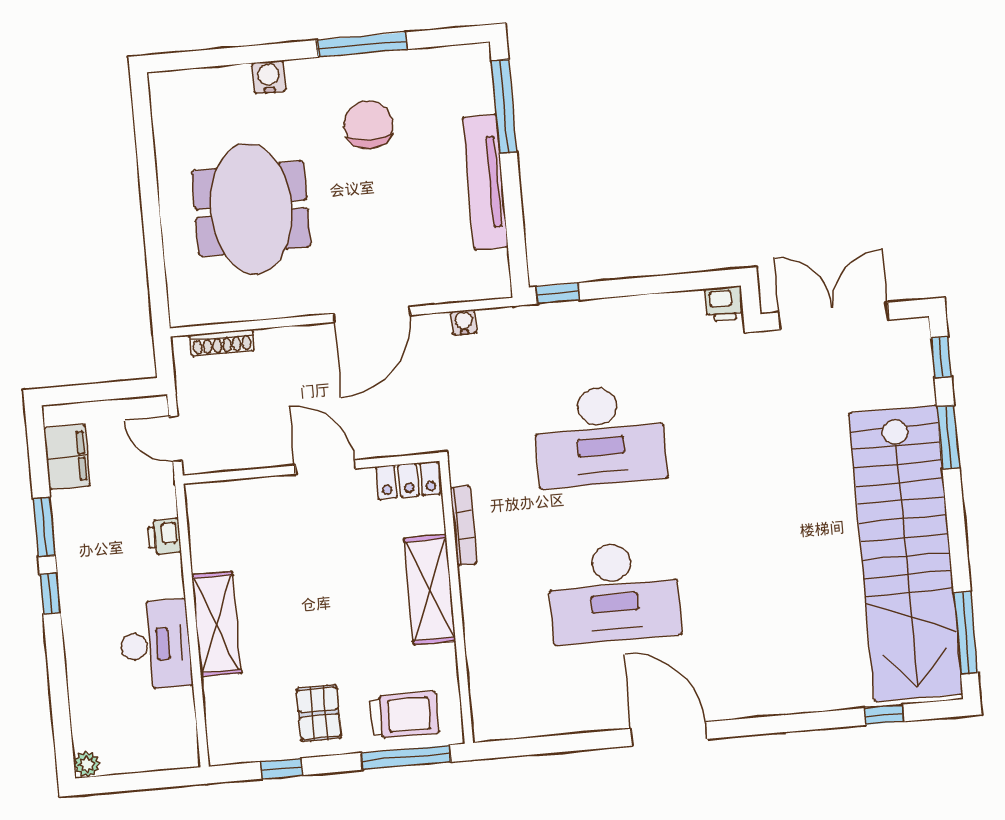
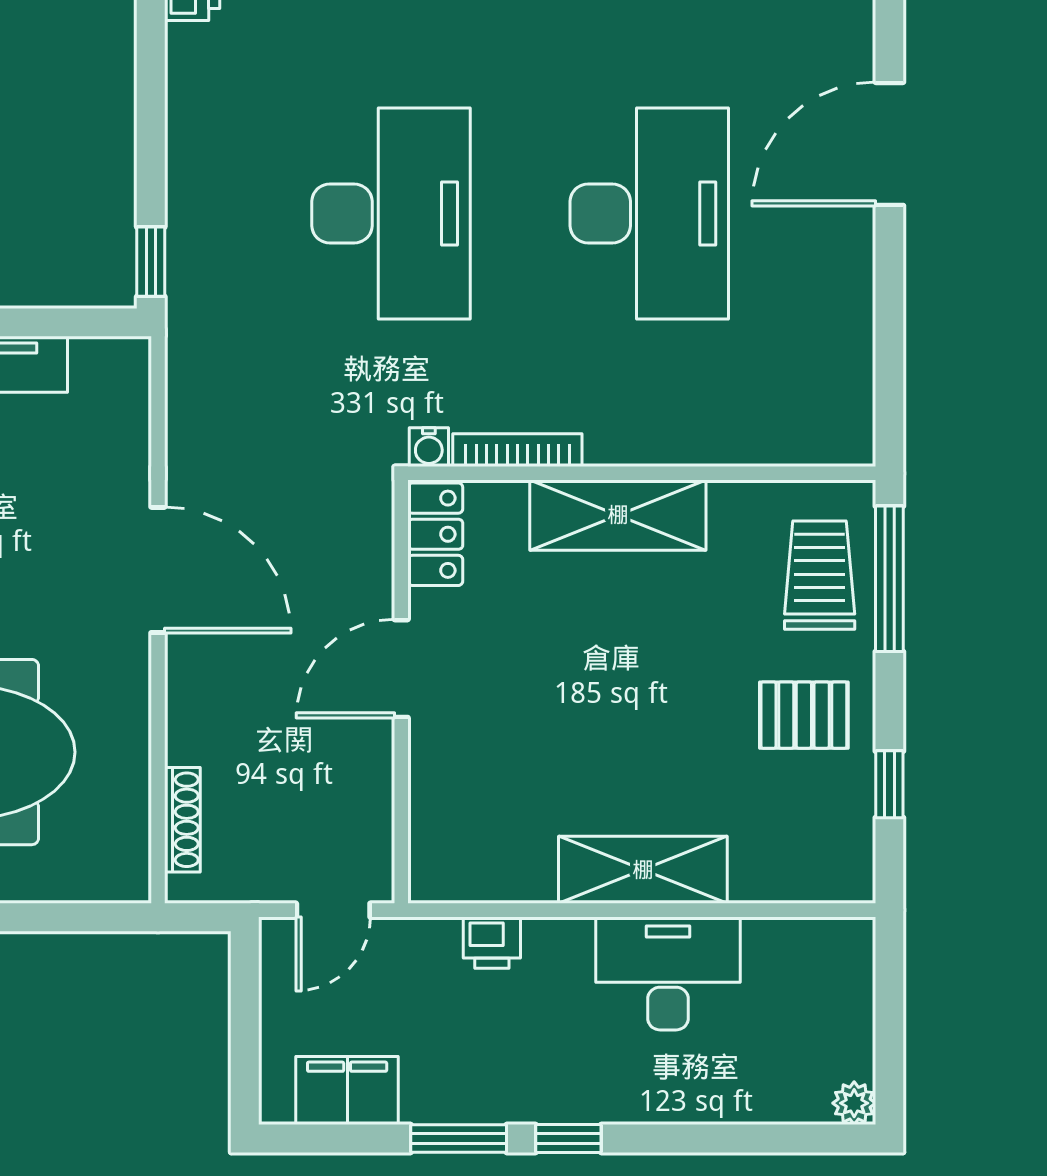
water cooler: (464, 322) -> (429, 447), moved, turned -90

